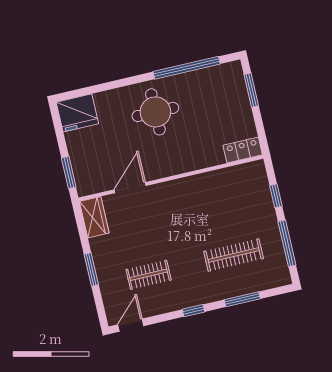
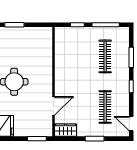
locker: (243, 150) -> (47, 38), removed
door: (130, 188) -> (54, 106), swing flipped
clothes rail: (149, 275) -> (105, 107), width x1.36

